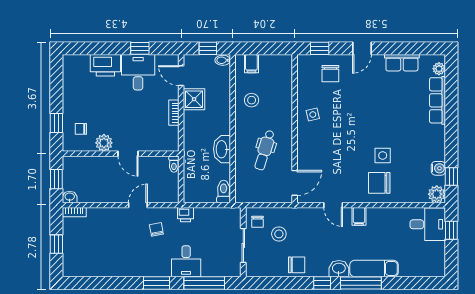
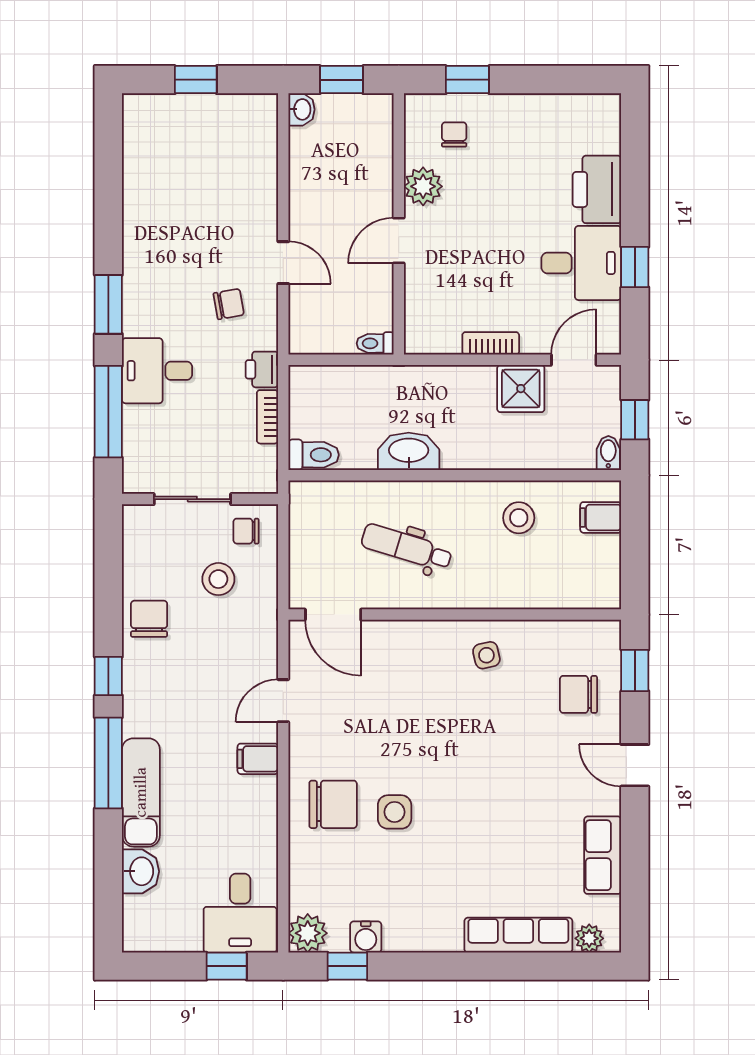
chair: (379, 183) -> (333, 804), turned 90
bookcase: (74, 212) -> (267, 417), moved
chair: (297, 265) -> (149, 619), turned 180
washbasin: (339, 269) -> (141, 871), moved

